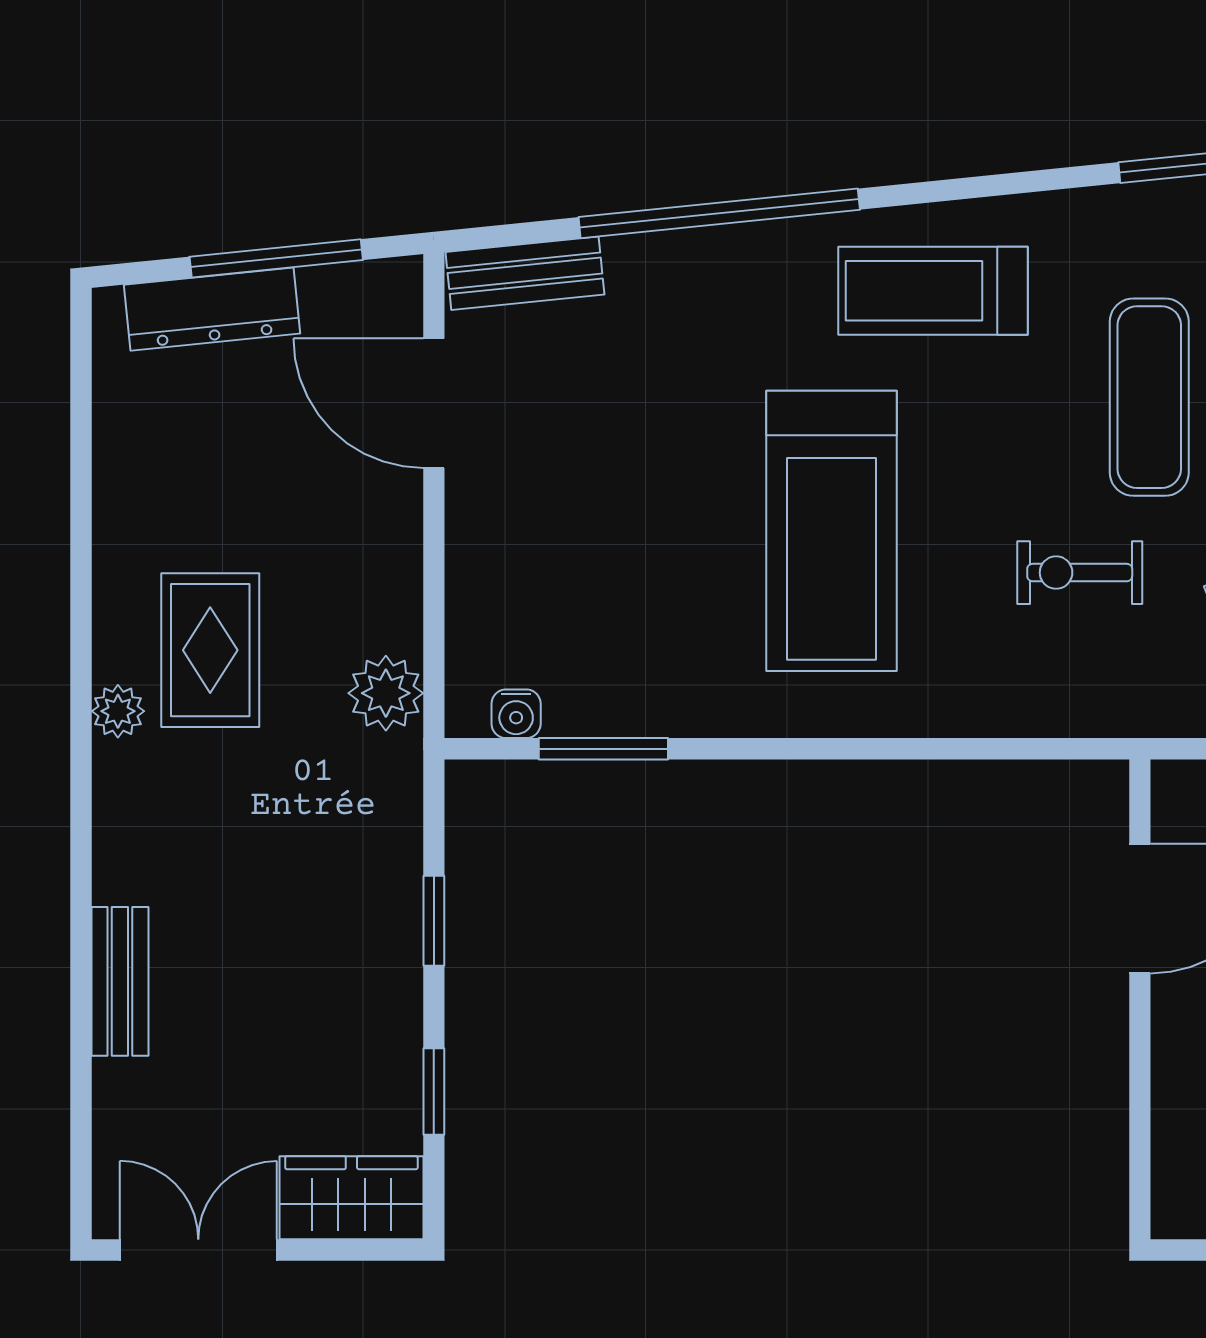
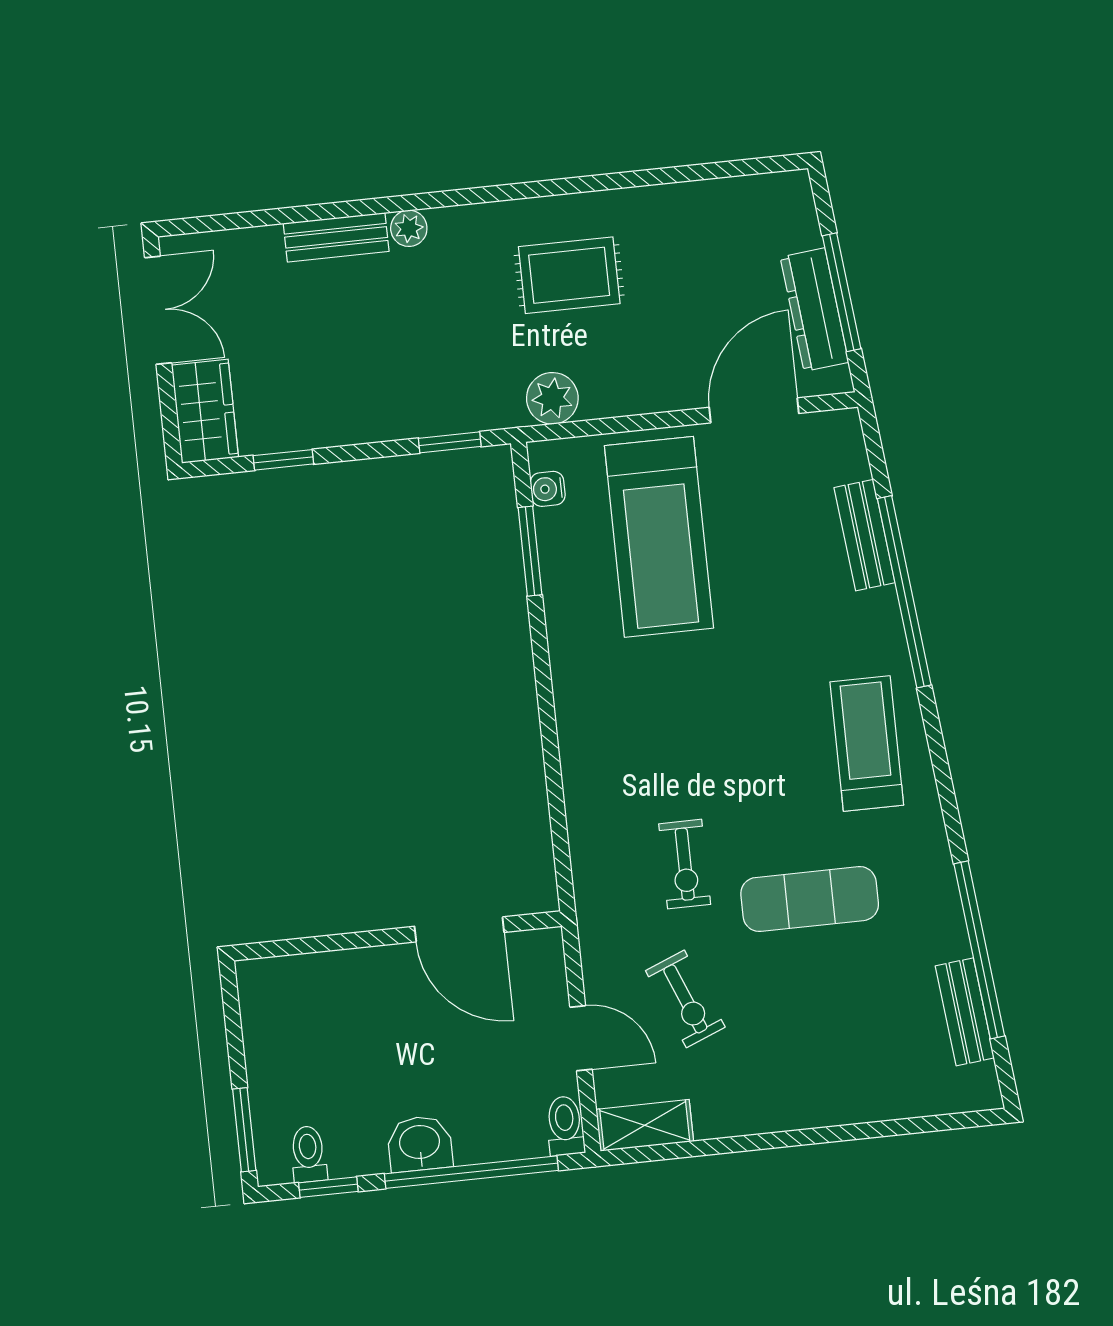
bench: (525, 273) -> (864, 535), moved
dresser: (212, 309) -> (815, 310), moved
treadmill: (831, 531) -> (659, 537), moved, turned -90
exercise bike: (1080, 573) -> (685, 864), turned 180
plant: (118, 711) -> (409, 228), moved
window: (434, 921) -> (450, 442), moved

